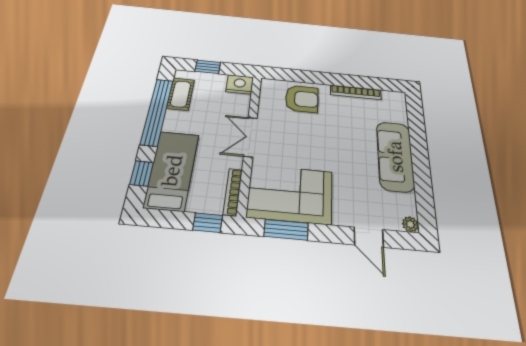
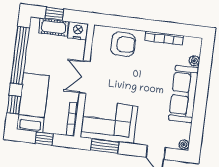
cot: (181, 94) -> (54, 27), moved, turned 90
plant: (401, 117) -> (194, 61), added
window: (208, 223) -> (44, 138), moved

